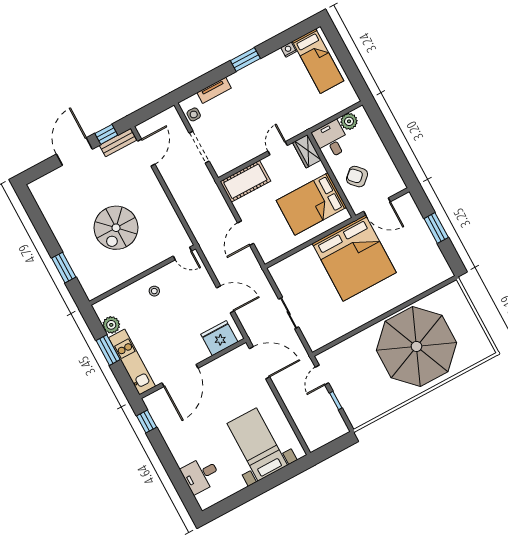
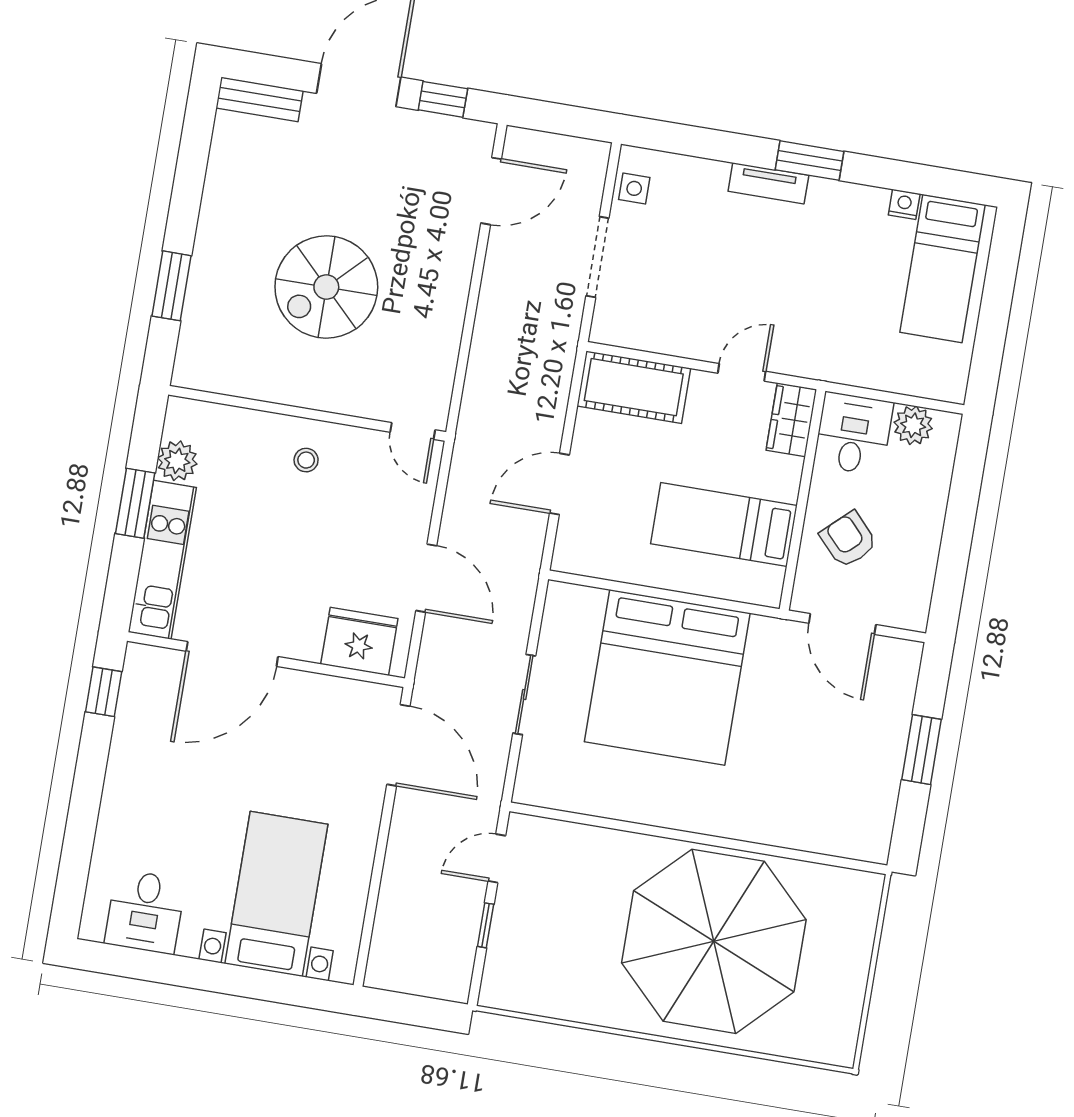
tv unit: (214, 90) -> (768, 183), moved
bench: (118, 143) -> (259, 99), moved
bed: (311, 204) -> (724, 525), width x0.67
bed: (354, 258) -> (667, 677), moved
desk: (201, 475) -> (145, 912), moved, turned -90

